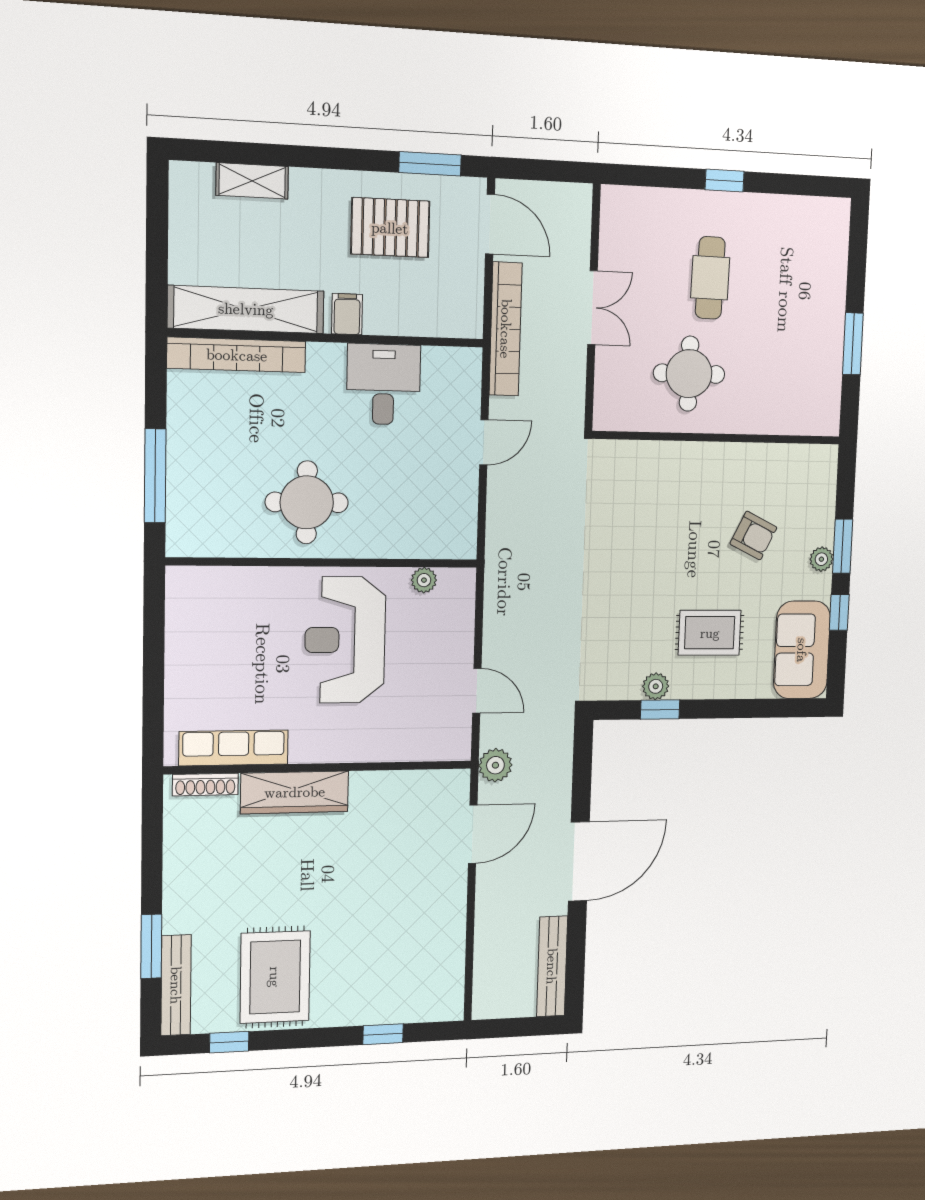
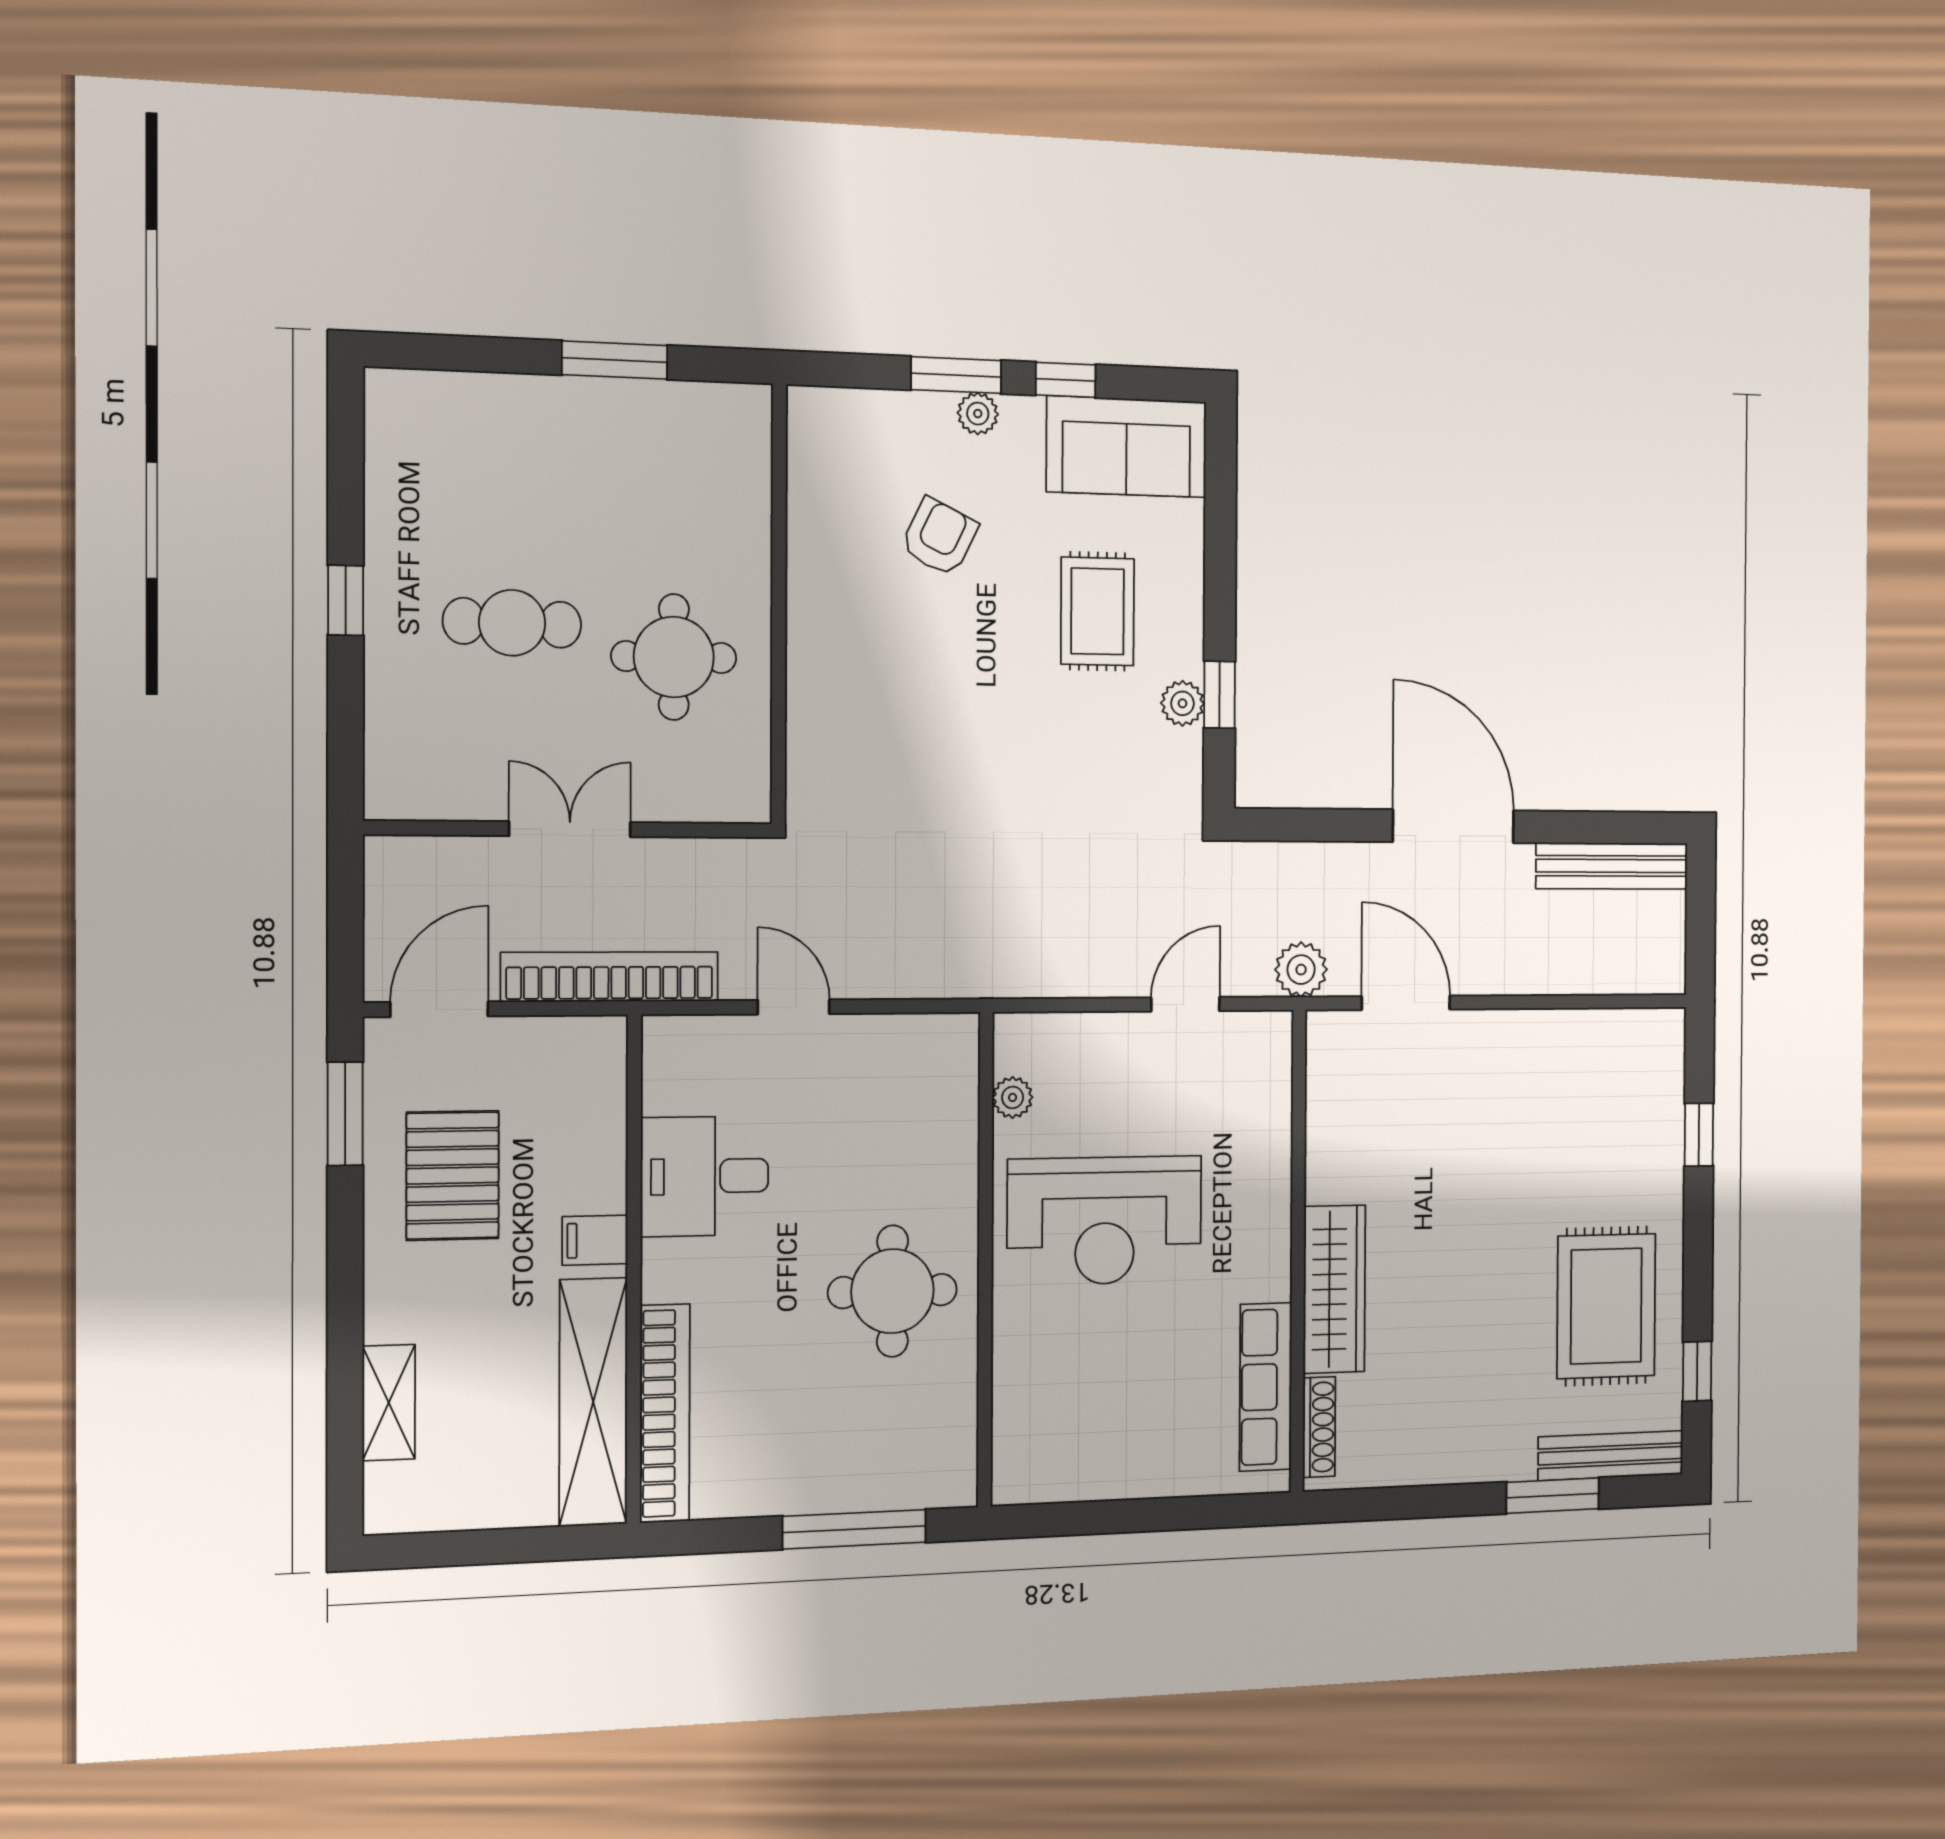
rug: (275, 977) -> (1606, 1306), turned 90

